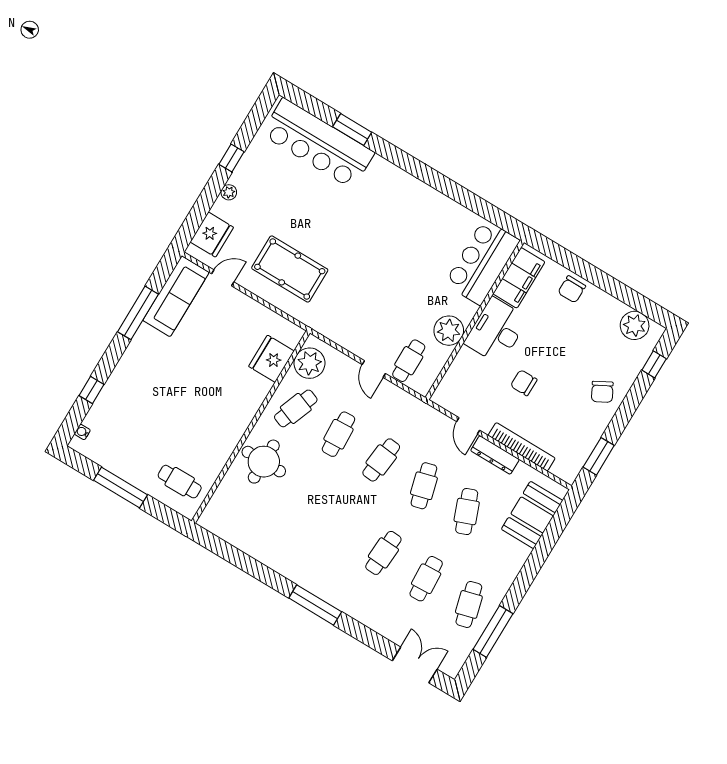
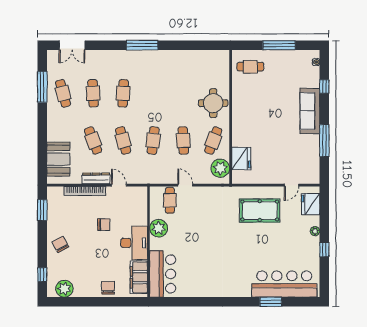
sofa: (176, 296) -> (310, 111), moved

